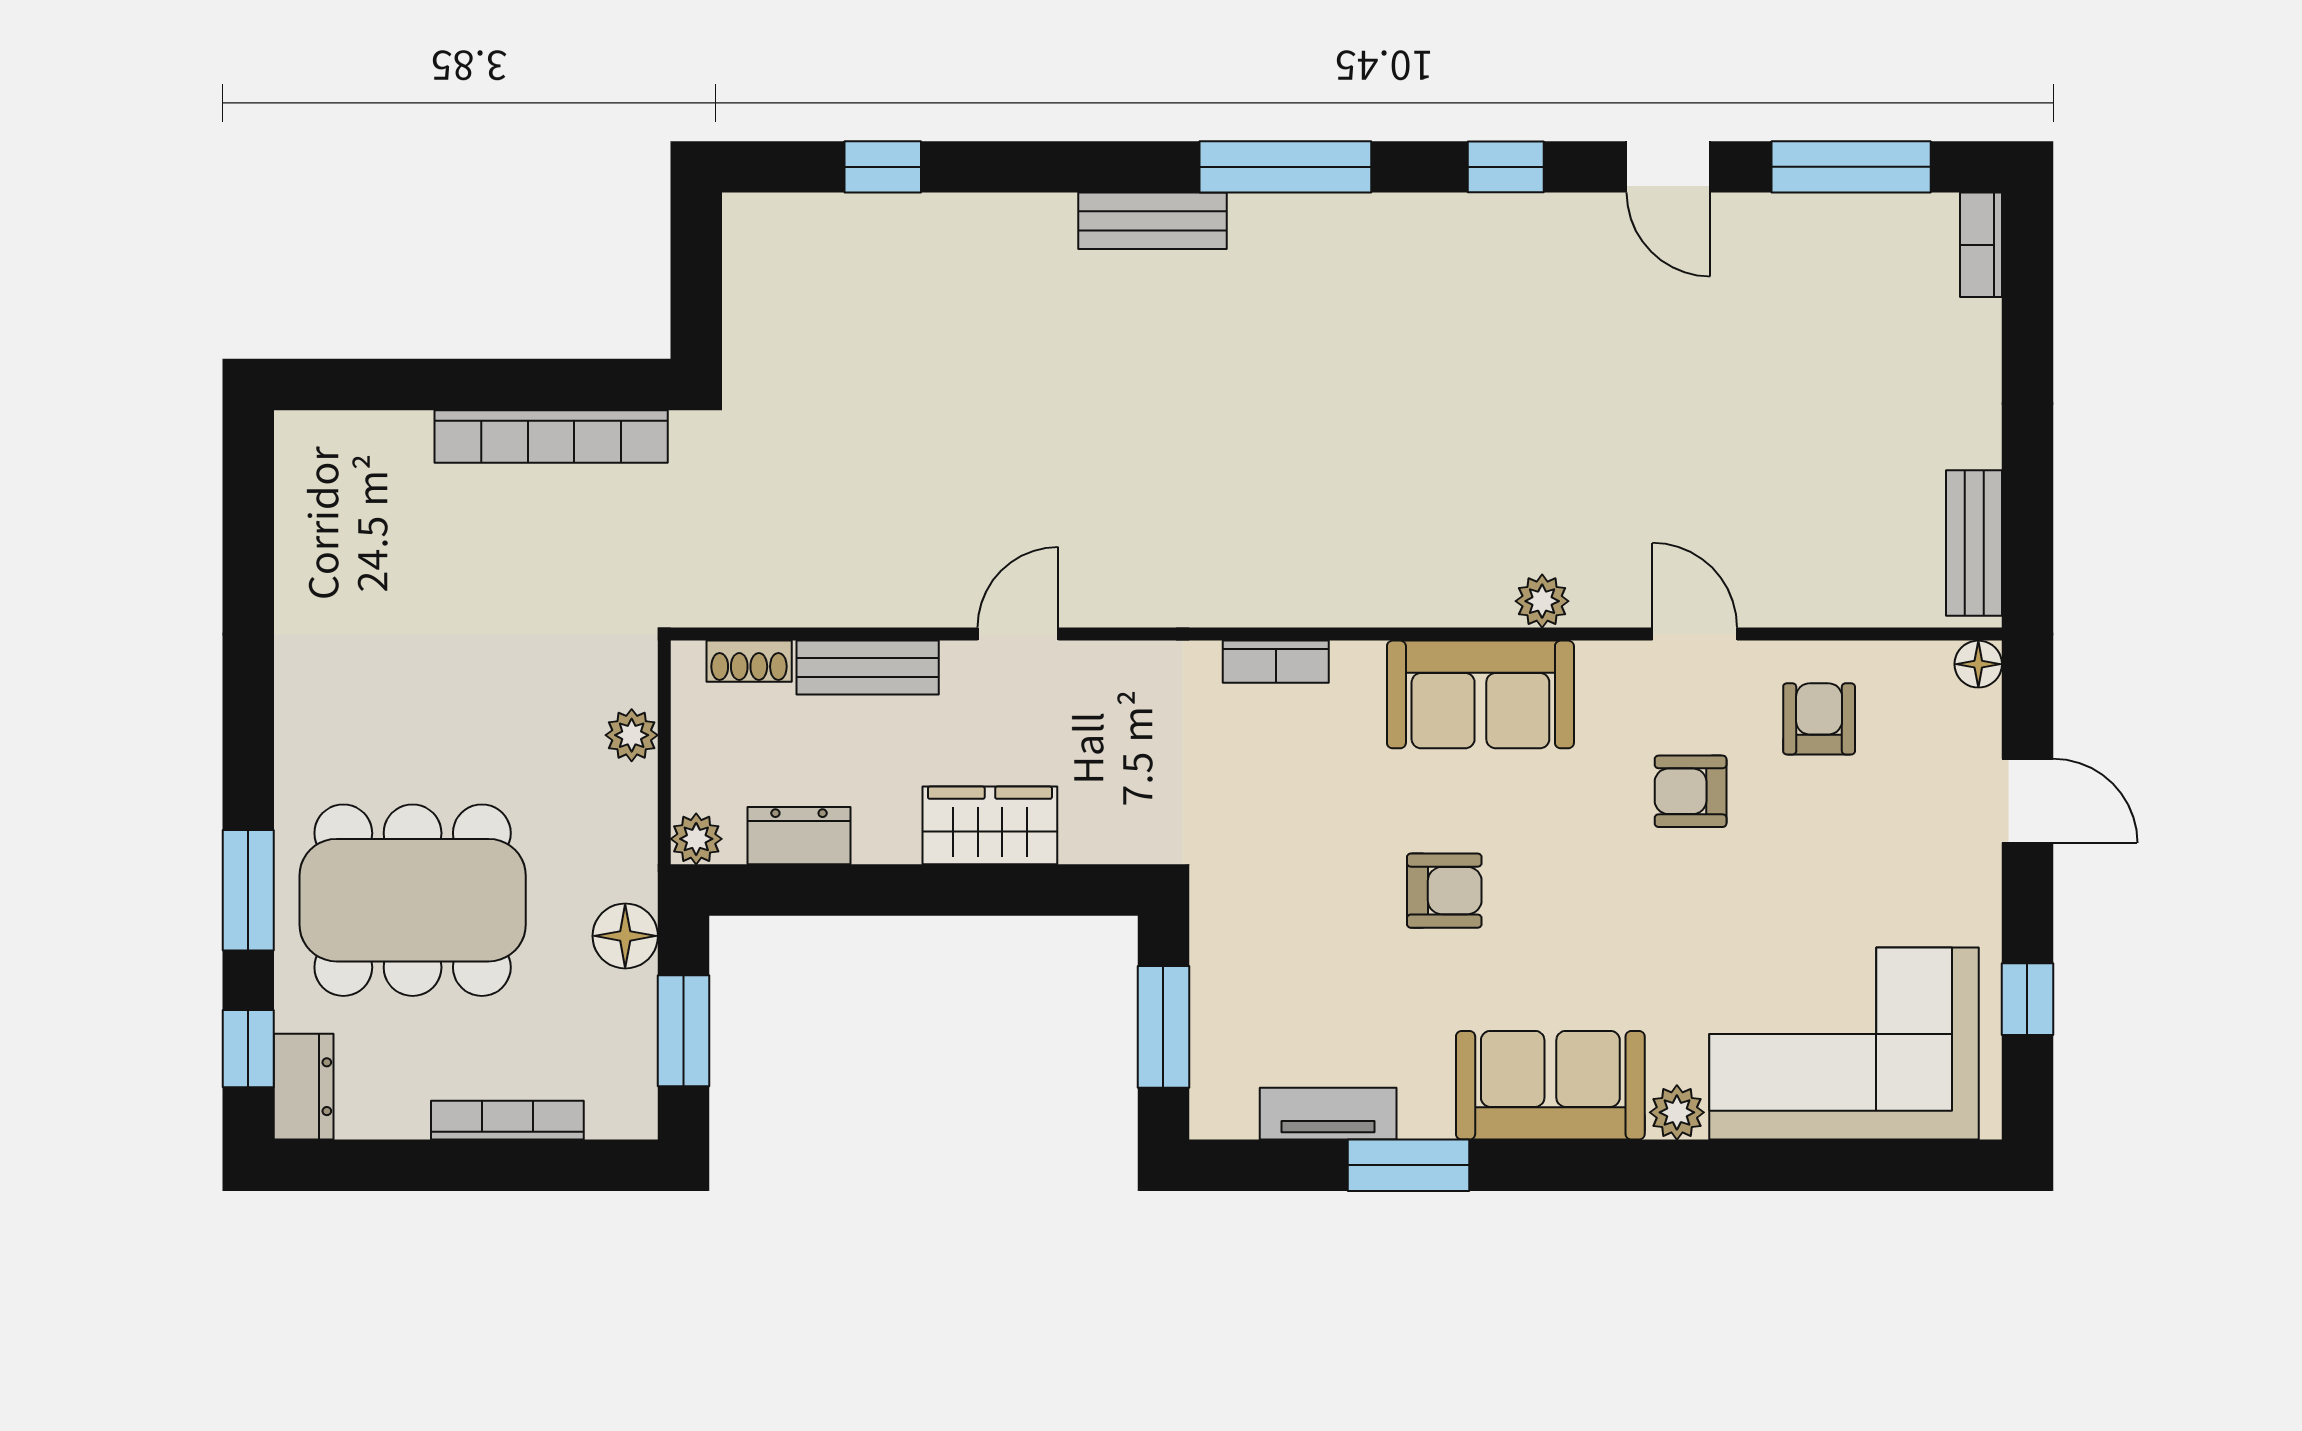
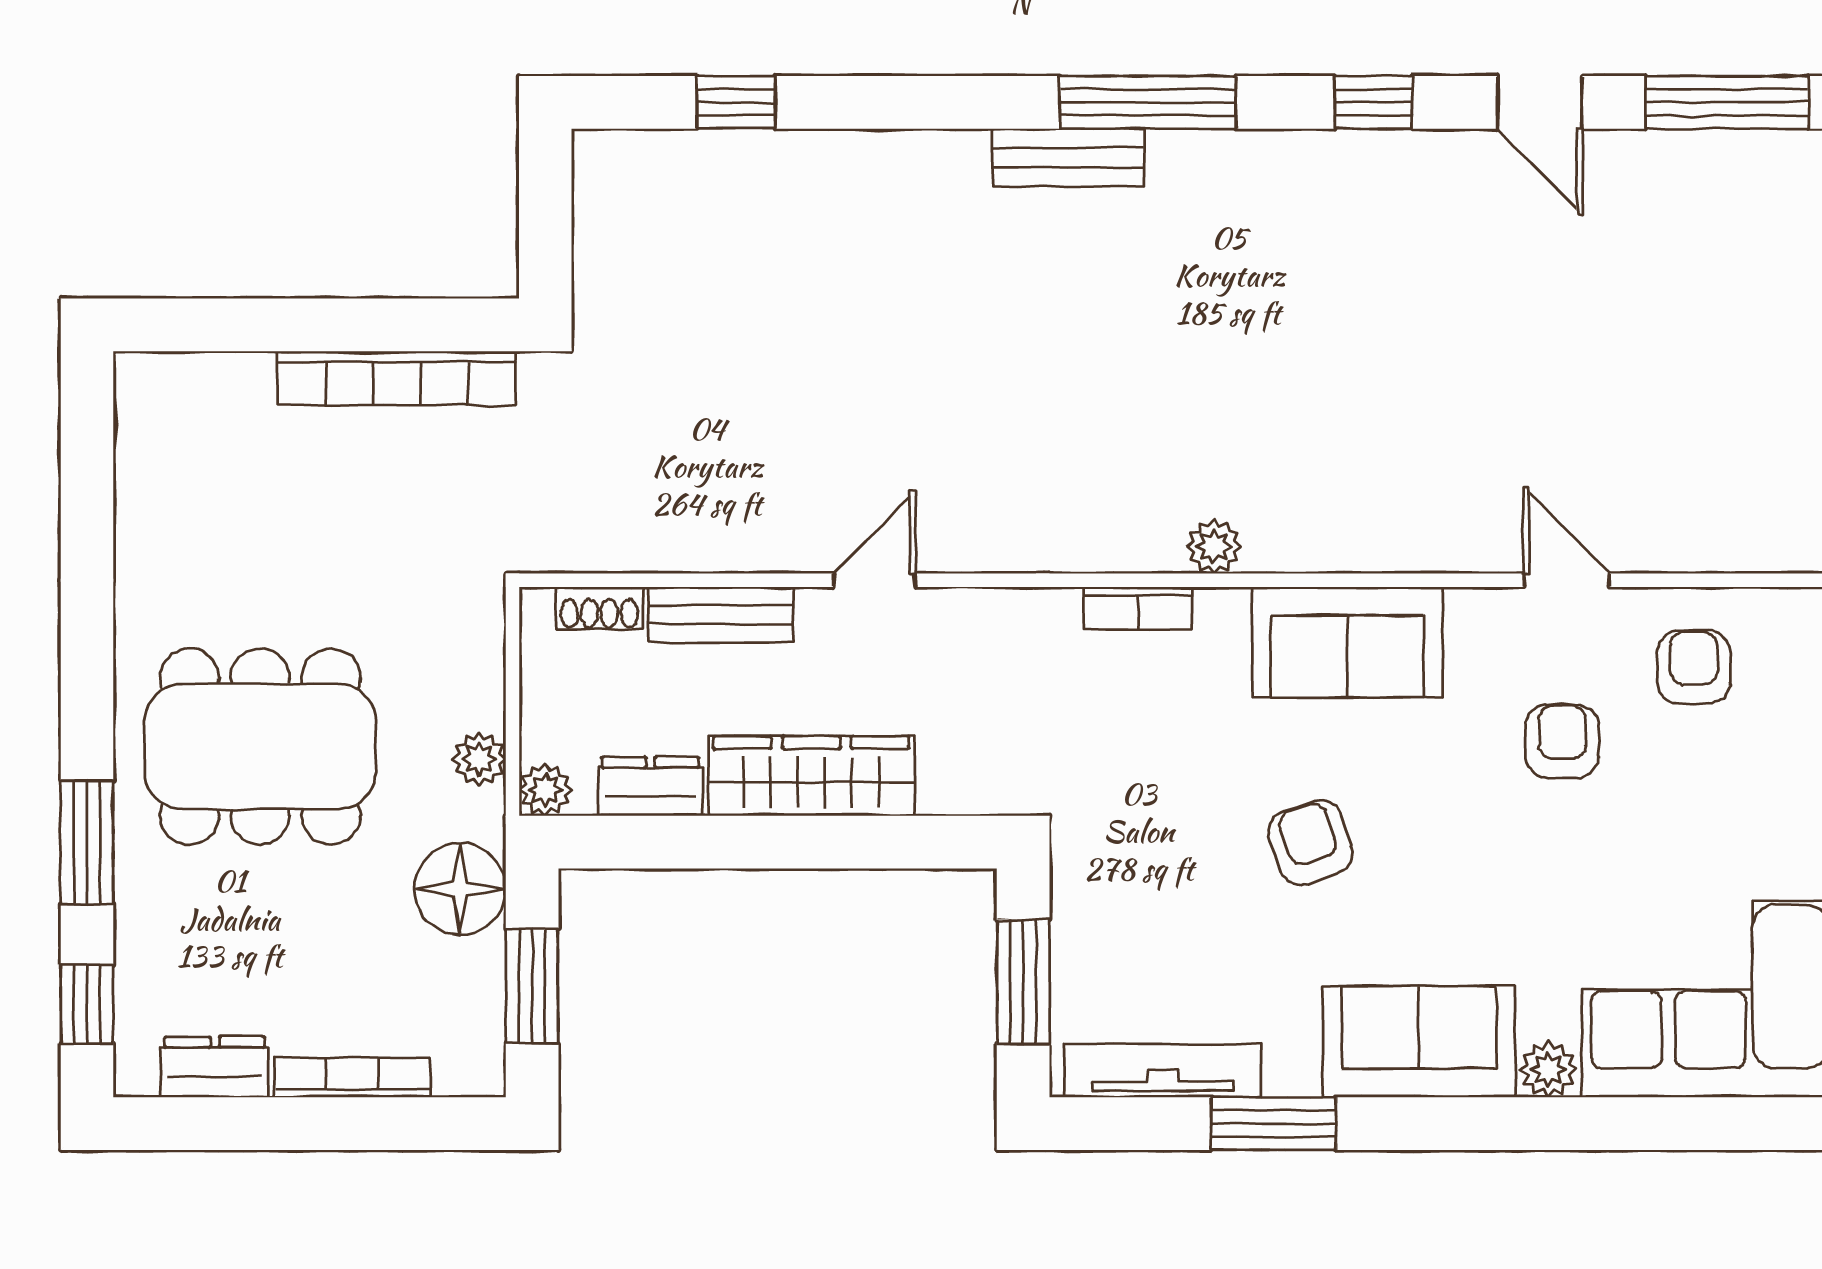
bench: (1152, 221) -> (1068, 157), moved
plant: (1542, 601) -> (1214, 546), moved
plant: (632, 735) -> (479, 759), moved
armchair: (1691, 791) -> (1562, 741), turned 90
wardrobe: (990, 825) -> (811, 776), width x1.50
armchair: (1444, 891) -> (1310, 843), turned -109
dining table: (413, 900) -> (260, 746), moved
floor lamp: (625, 936) -> (460, 889), width x1.38, depth x1.38
dresser: (304, 1087) -> (215, 1067), moved, turned -90
tv unit: (1328, 1114) -> (1163, 1071), width x1.41

